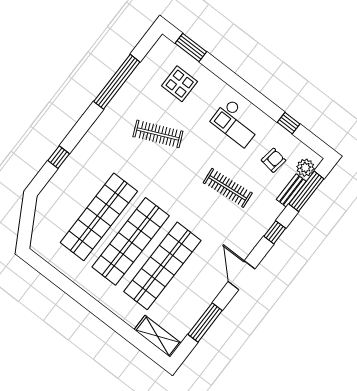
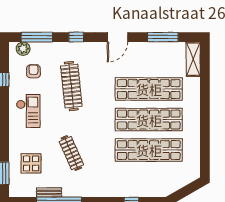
armchair: (274, 160) -> (33, 71), turned 82
clothes rail: (228, 188) -> (71, 86), width x1.37, depth x1.31
bench: (291, 190) -> (49, 192), moved

